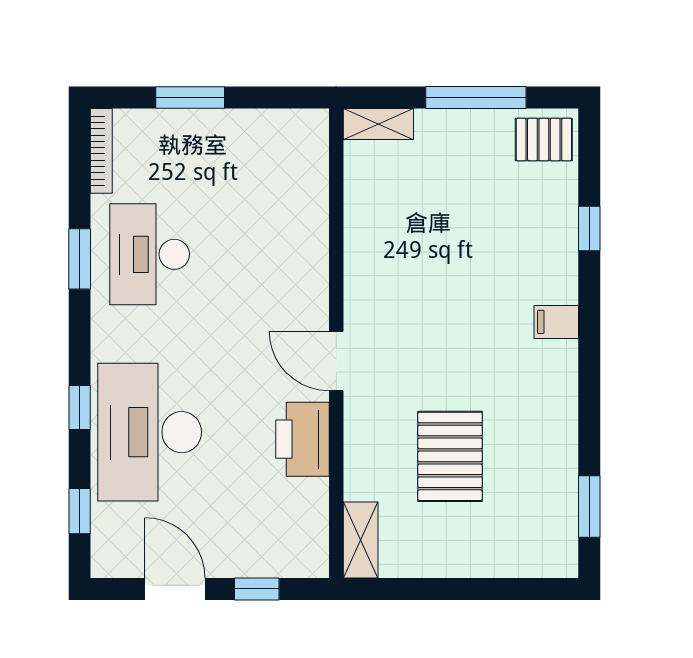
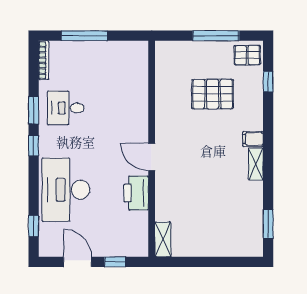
window: (190, 97) -> (84, 36), width x1.44
shelving: (378, 124) -> (256, 164), moved, turned 90
window: (589, 229) -> (268, 82), moved
desk: (150, 254) -> (66, 108), width x0.73
window: (80, 408) -> (34, 146), moved
pallet: (450, 456) -> (213, 94), moved, turned 90

